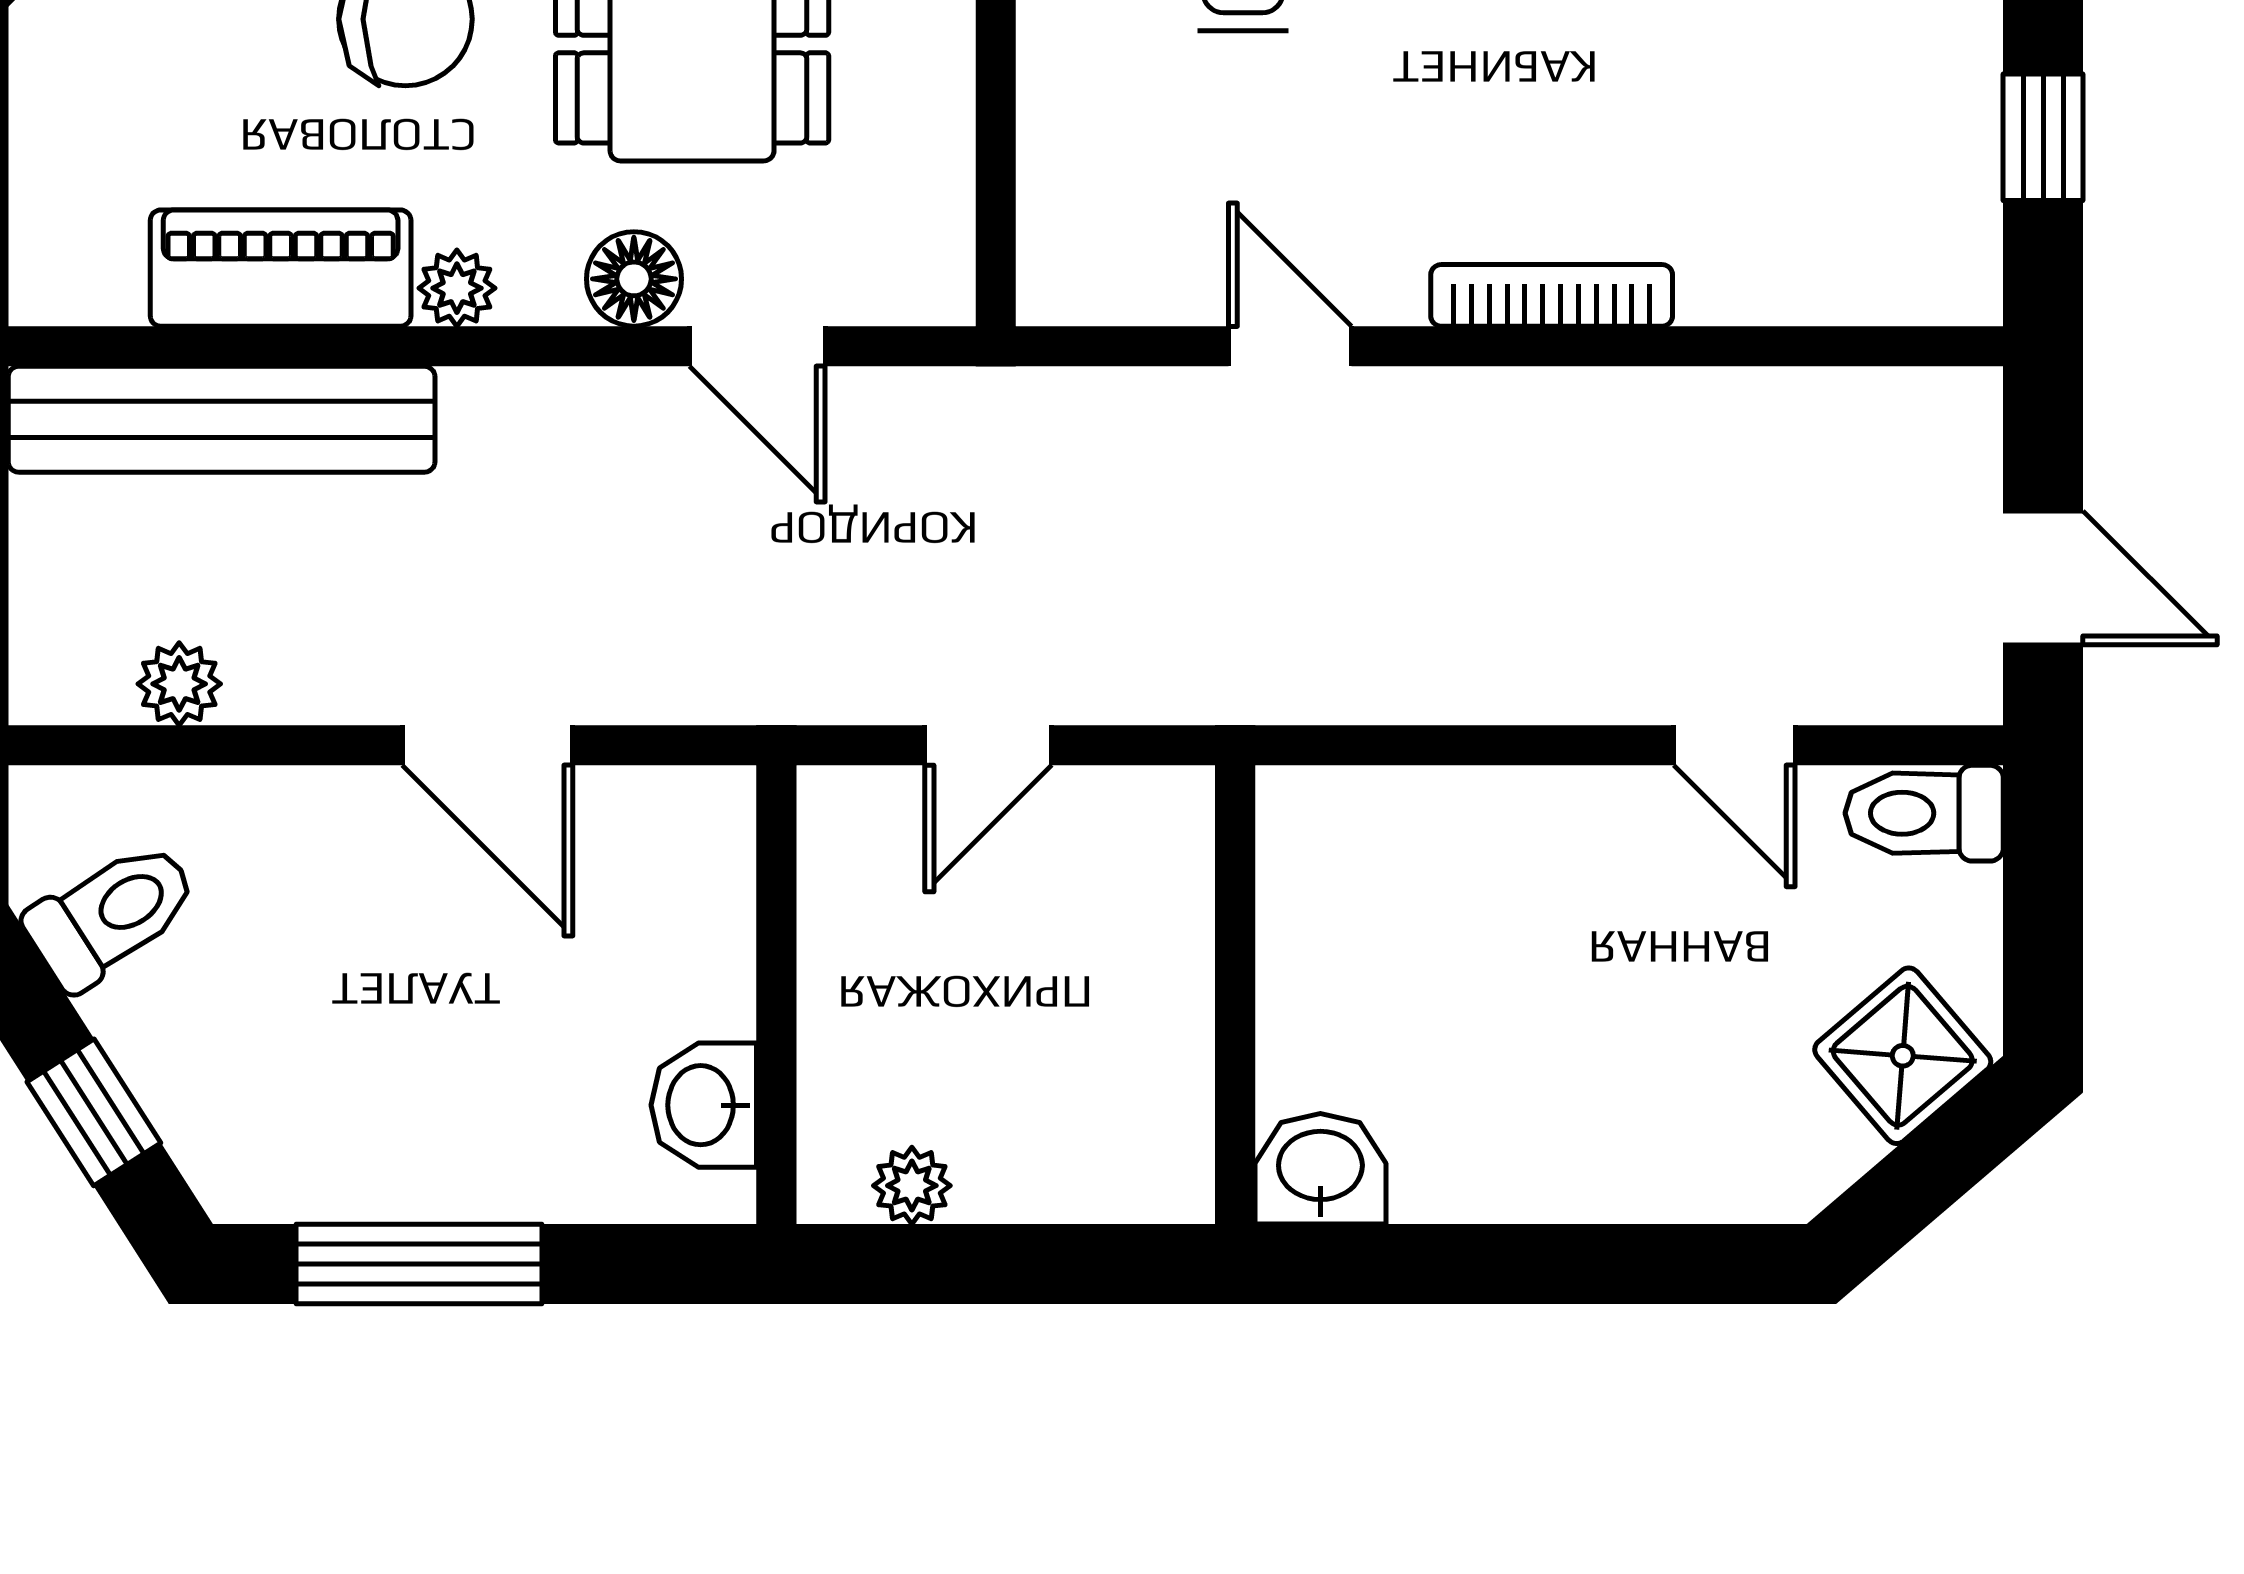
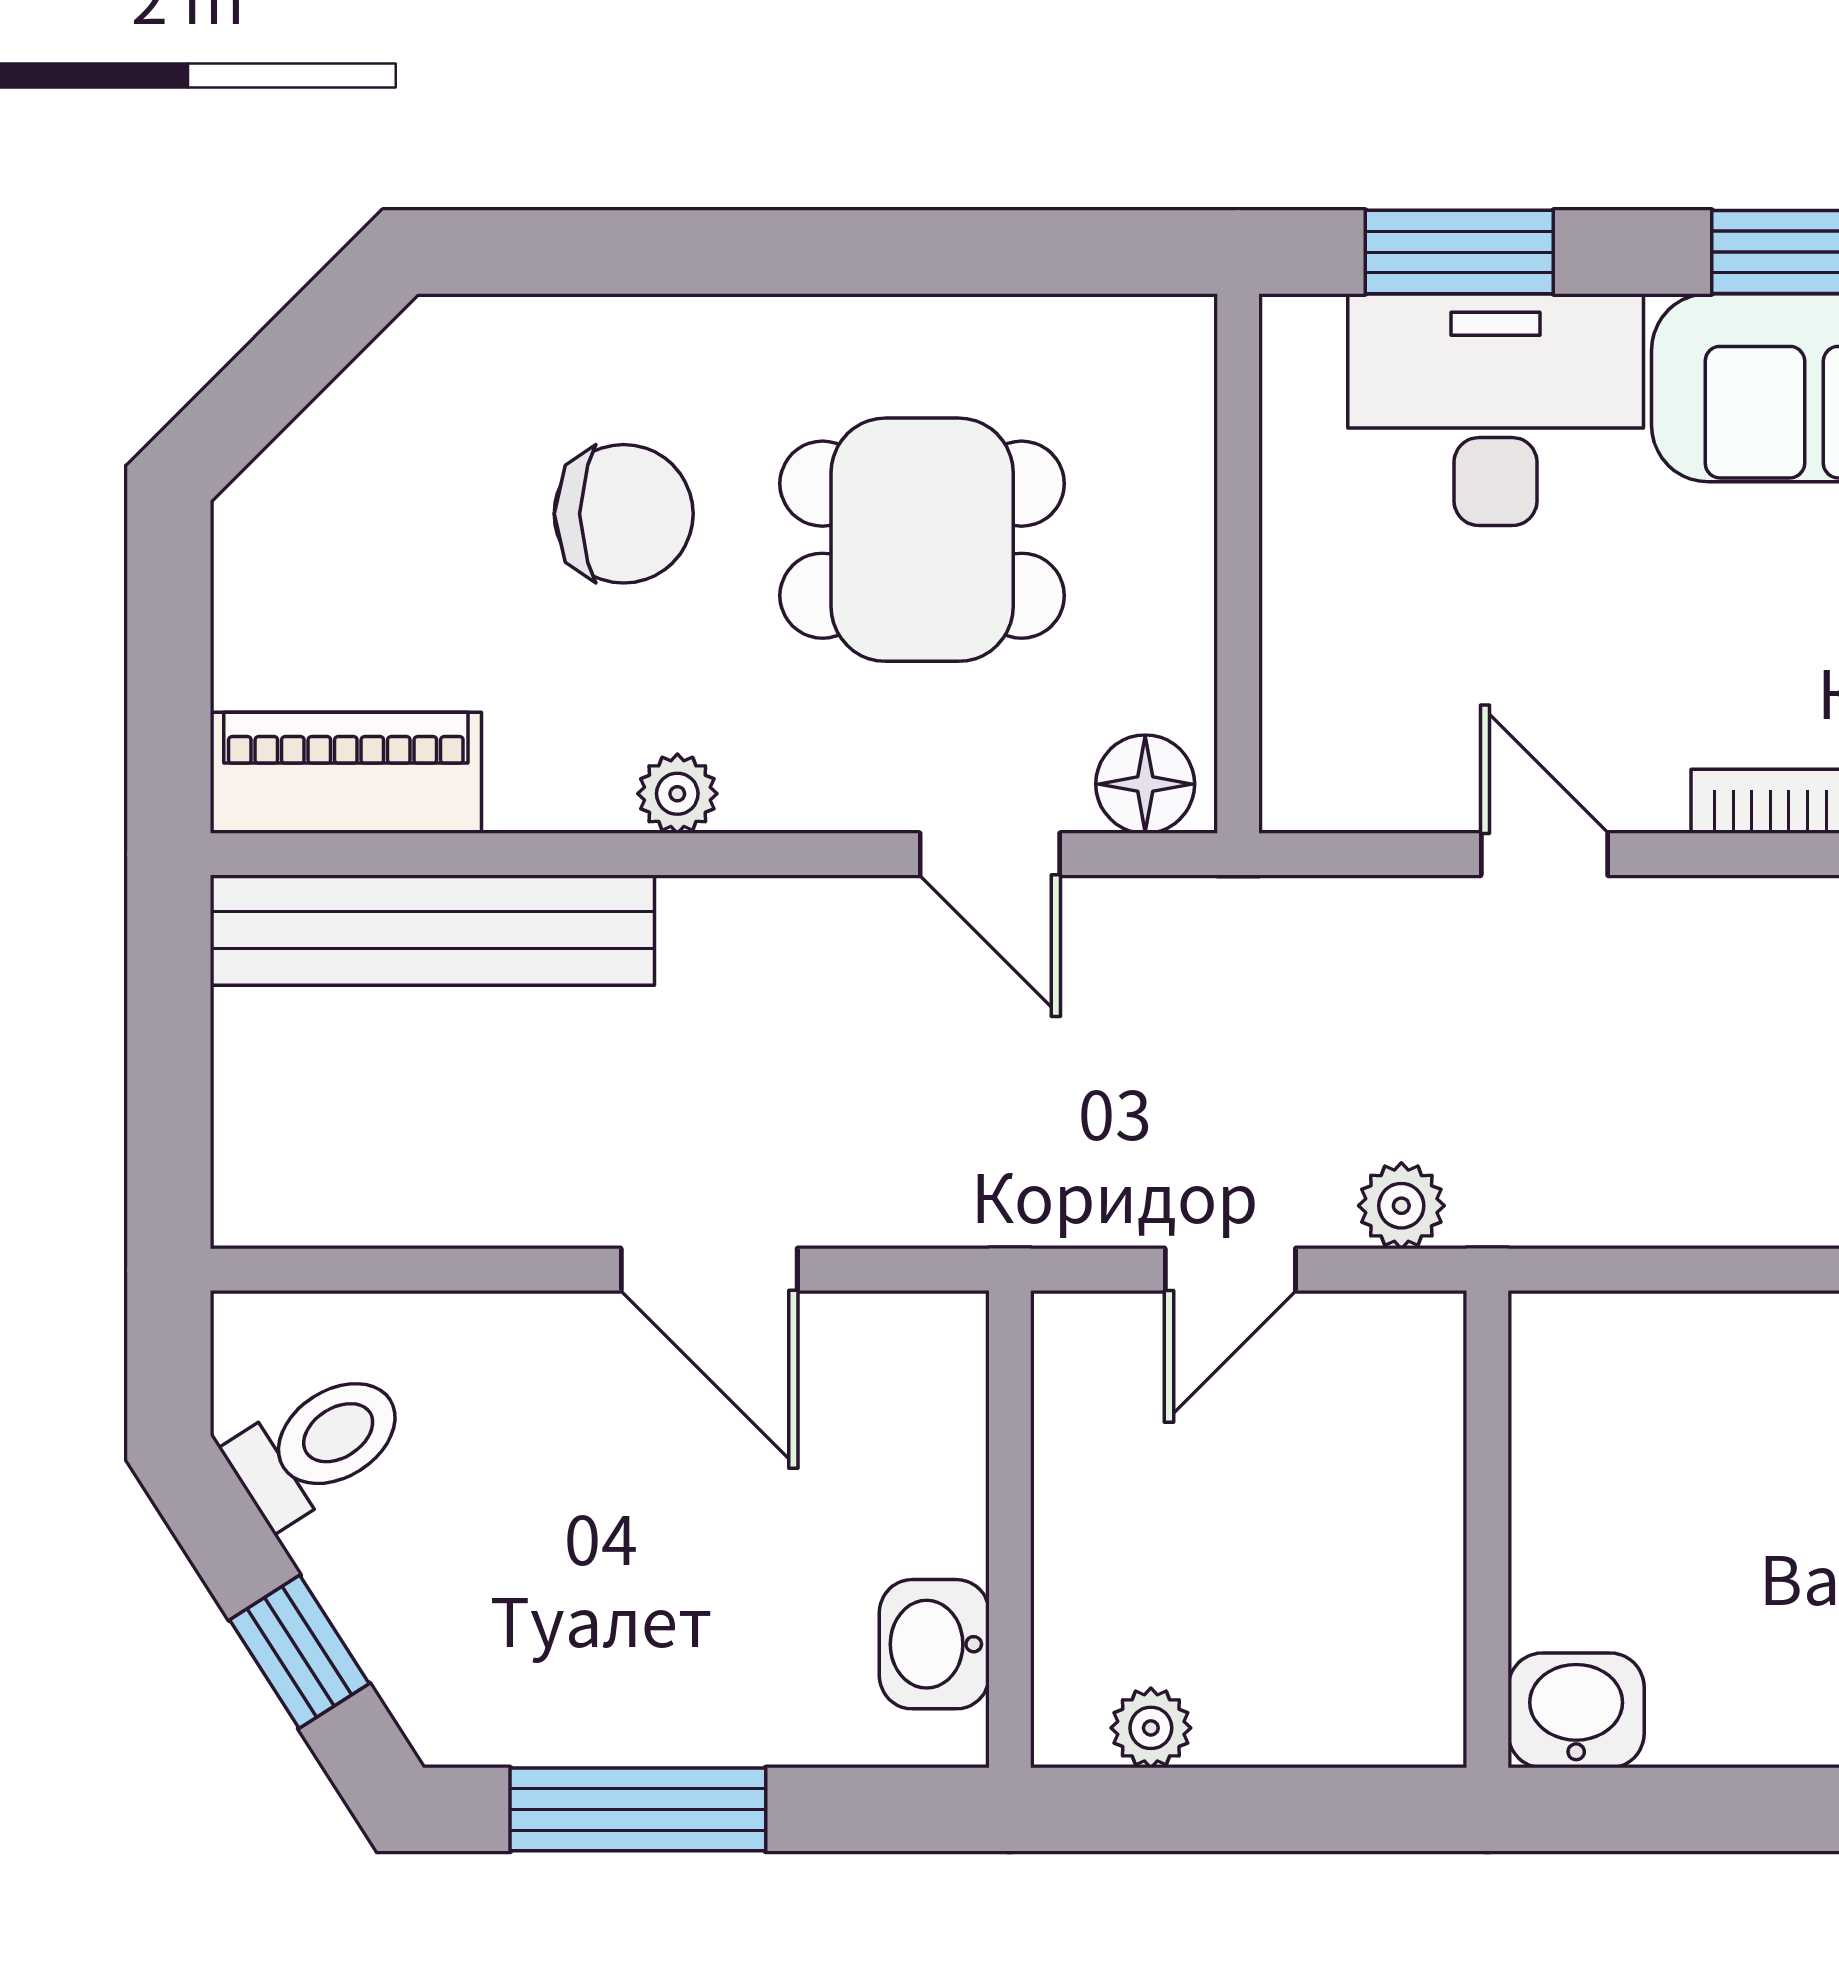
piano: (281, 268) -> (346, 773), moved
floor lamp: (634, 279) -> (1145, 784), moved
plant: (179, 684) -> (1401, 1206), moved

